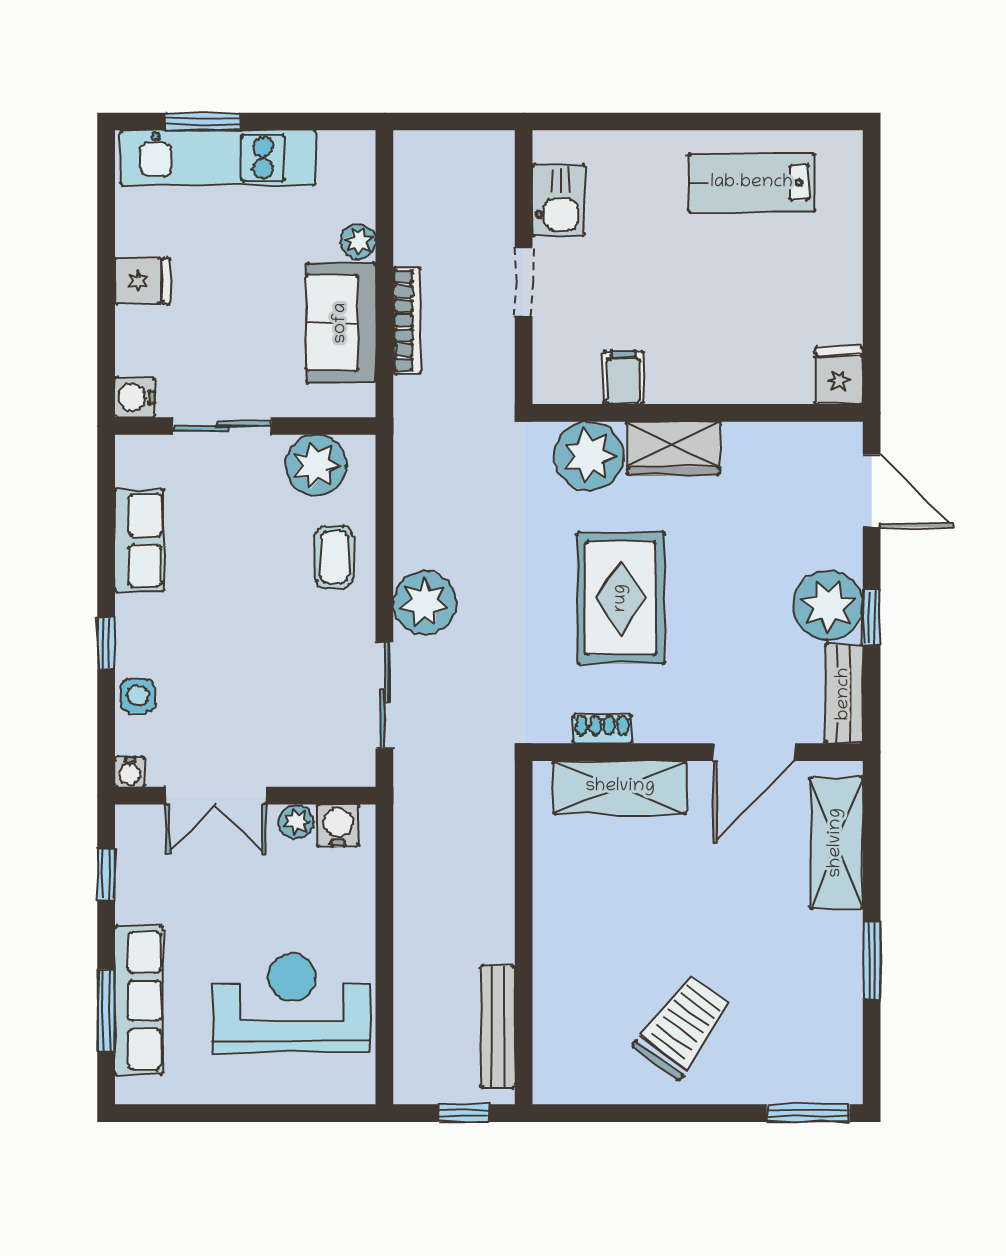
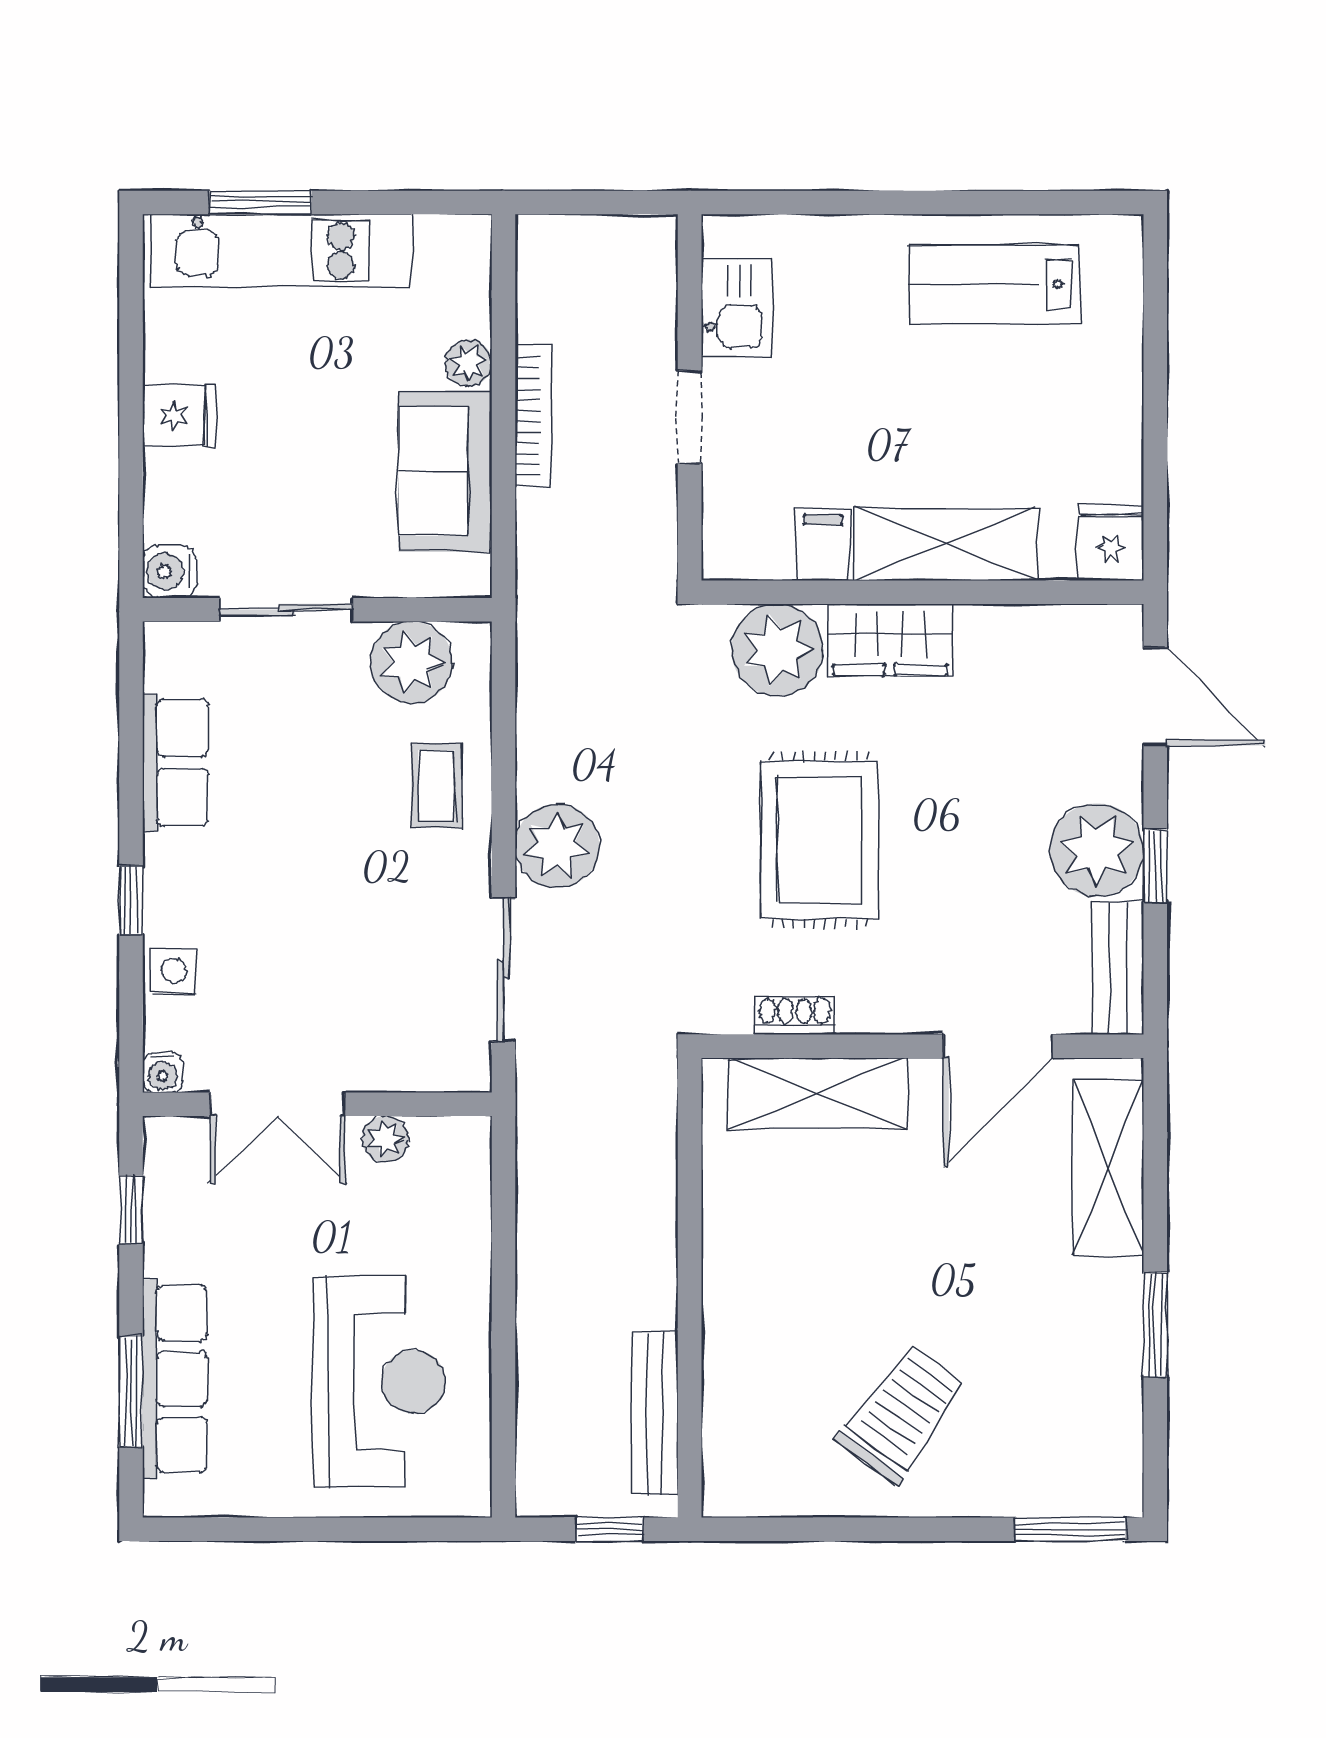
bookcase: (407, 321) -> (533, 416), moved
shelving: (715, 377) -> (946, 544), added
water cooler: (338, 825) -> (441, 1144), removed
reception desk: (291, 1003) -> (379, 1382), turned 90

